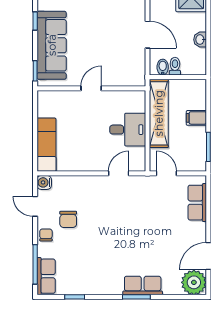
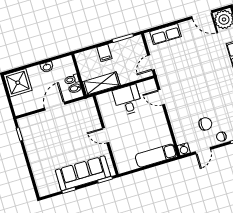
shelving: (159, 113) -> (101, 83), width x0.68

